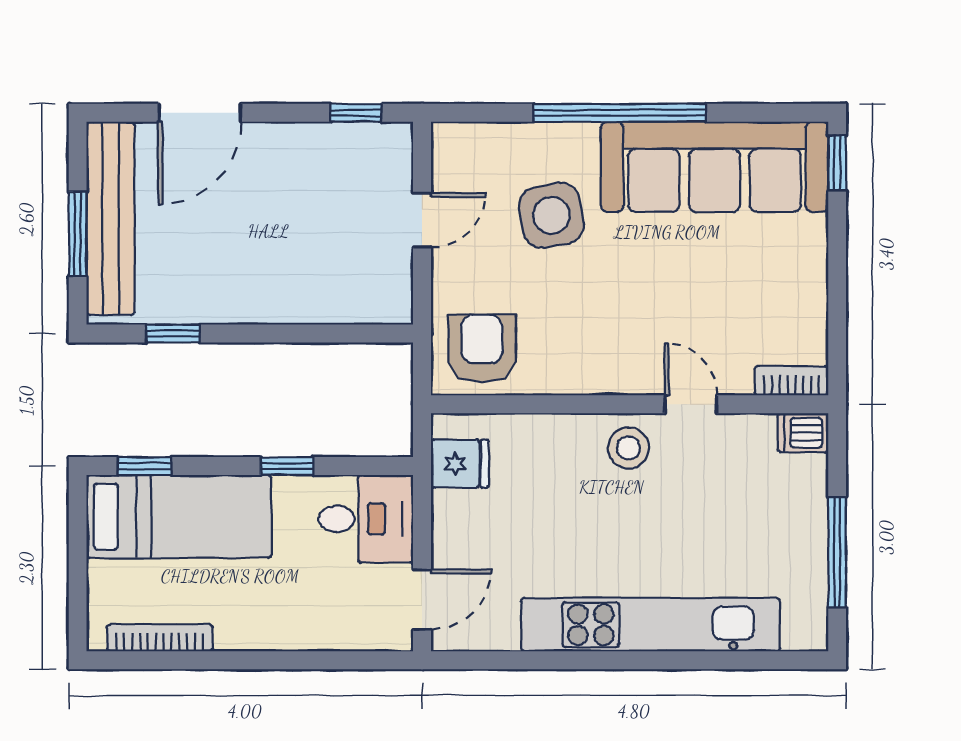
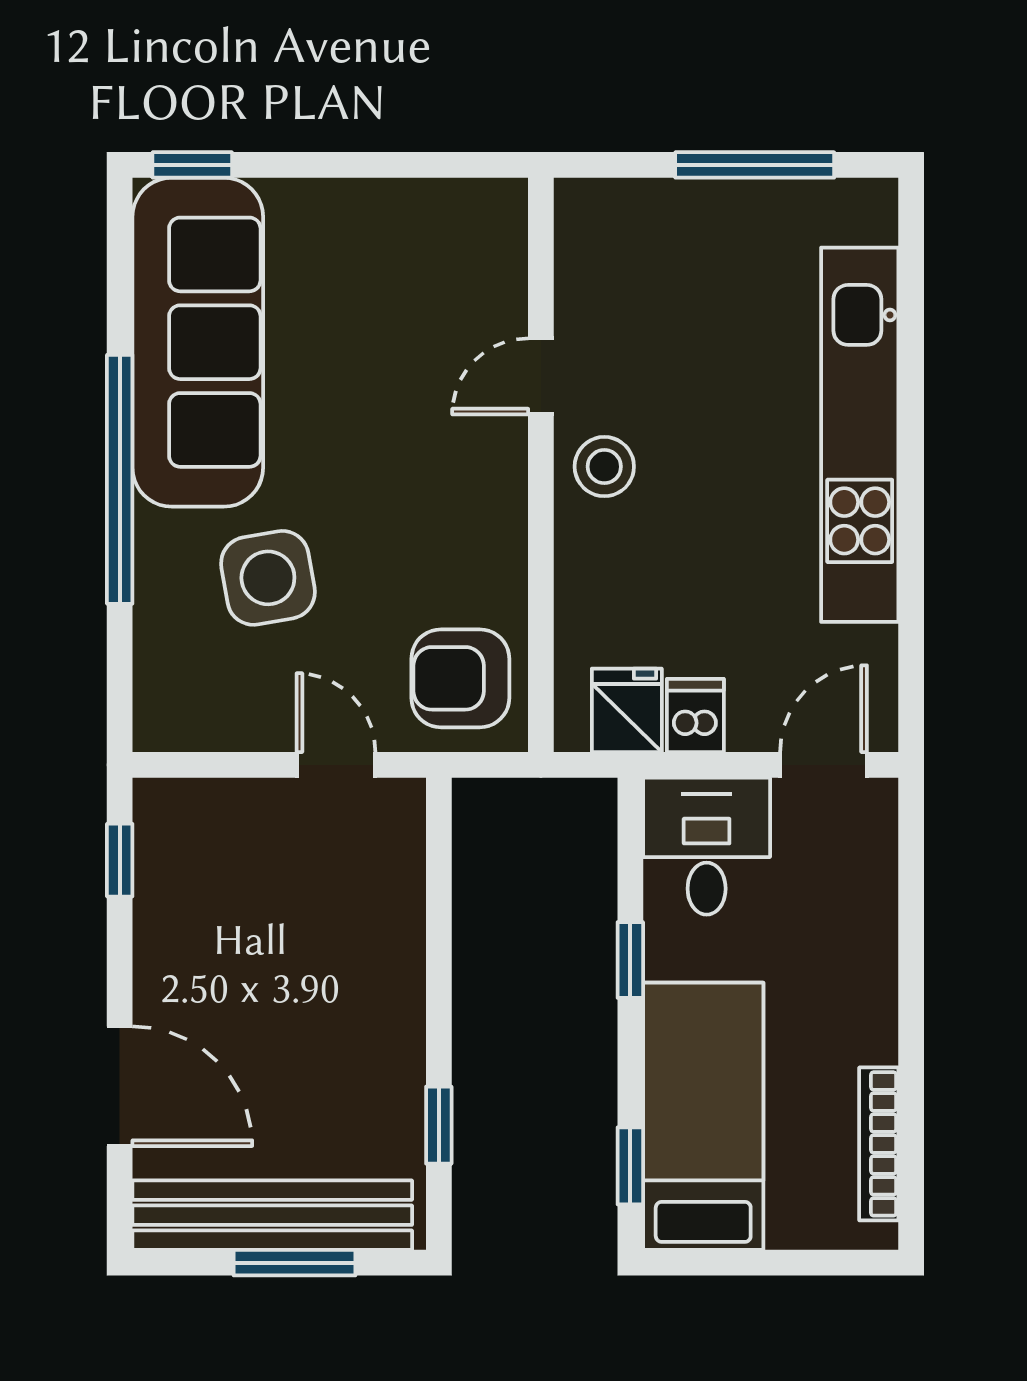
door: (422, 220) -> (336, 765), moved
bookcase: (792, 381) -> (507, 231), removed
dishwasher: (803, 433) -> (695, 715), moved, turned 180
door: (422, 600) -> (823, 765), hinge flipped

